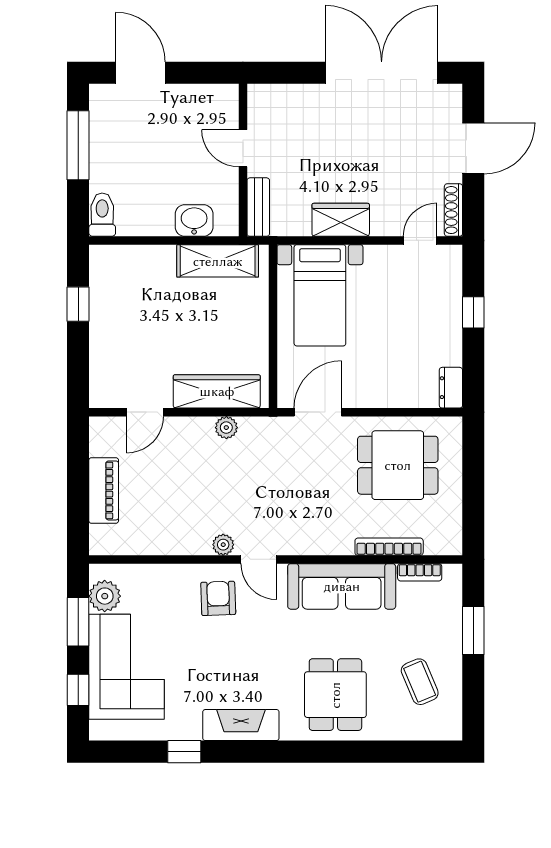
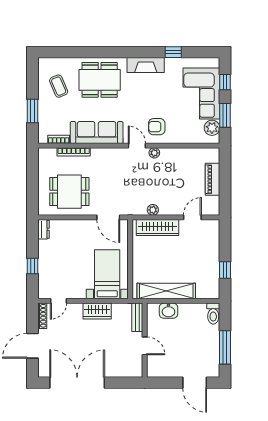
double door: (382, 73) -> (77, 383), swing flipped
shelving: (218, 261) -> (166, 291), width x1.47
door: (318, 412) -> (108, 217), hinge flipped
armchair: (218, 598) -> (157, 127), turned 92
dining table: (335, 695) -> (100, 80), width x1.38

